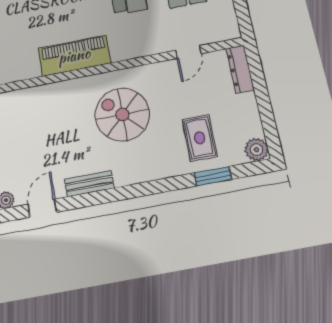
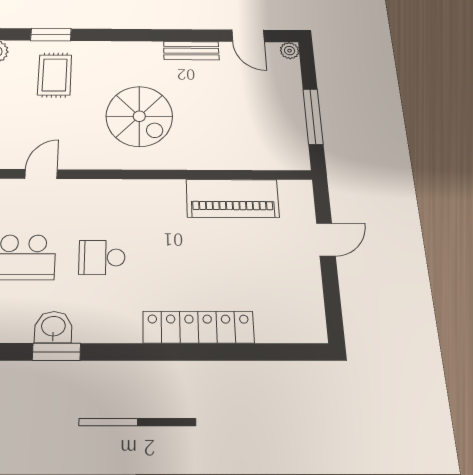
piano: (74, 56) -> (232, 198), moved
door: (42, 208) -> (248, 36), hinge flipped

